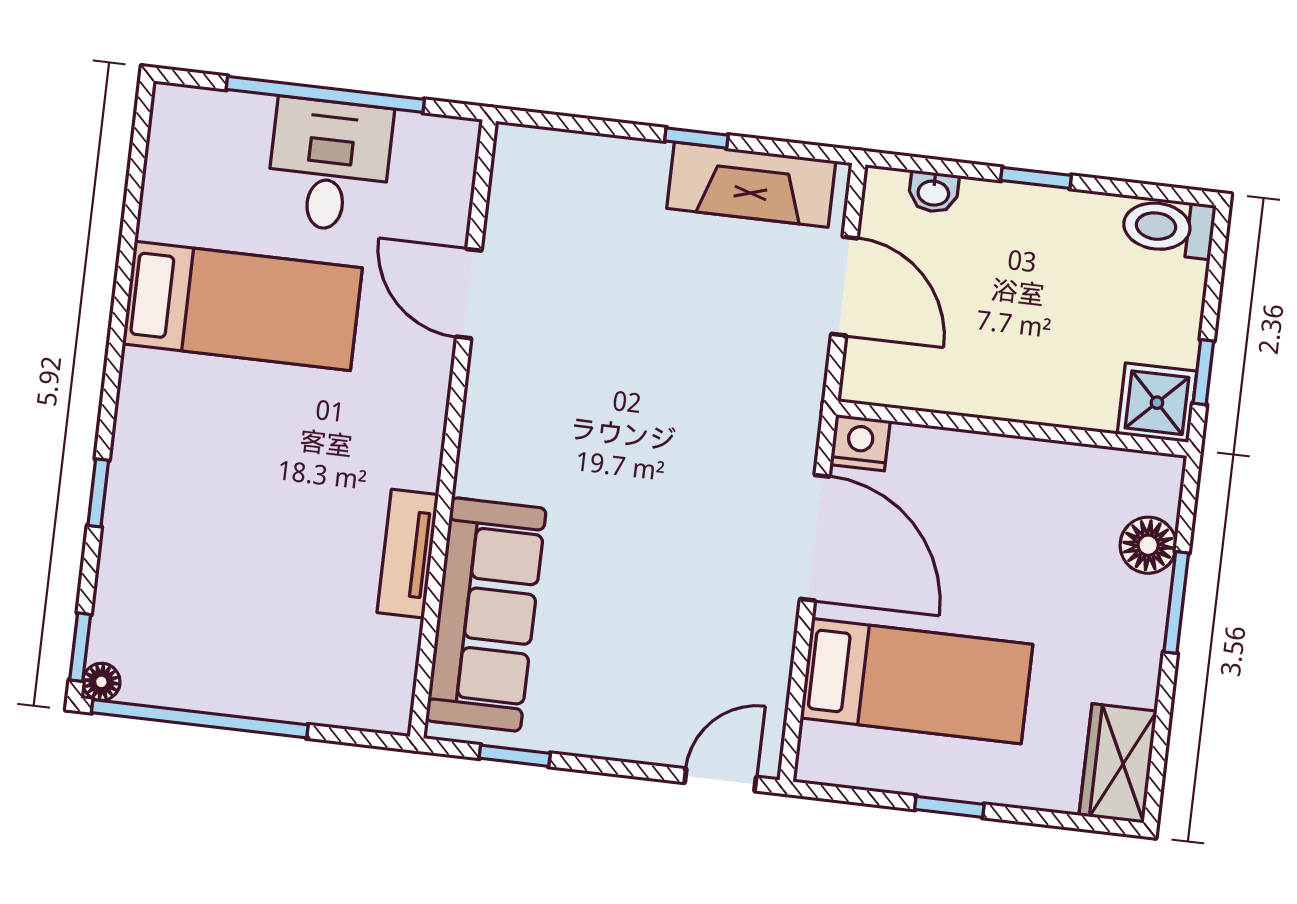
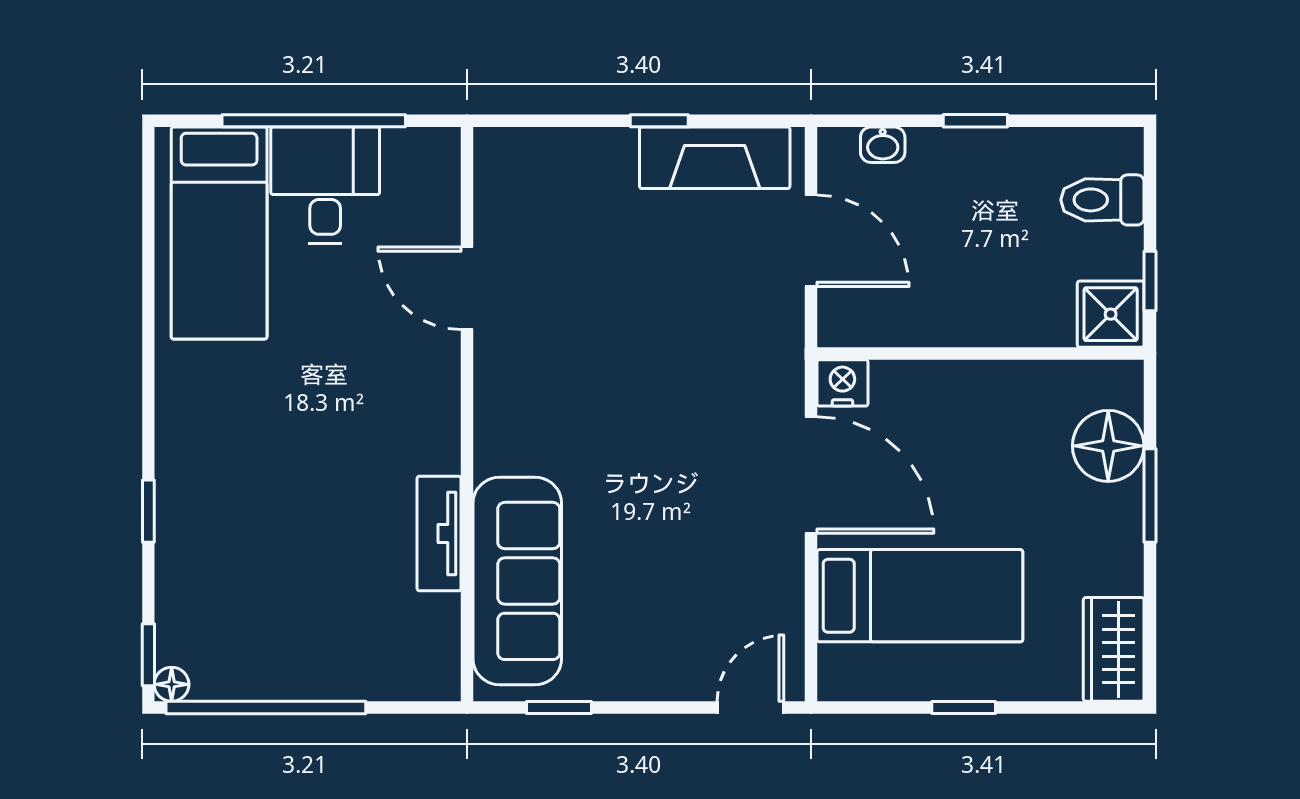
toilet: (1169, 228) -> (1102, 200), moved
bed: (242, 306) -> (219, 233), moved, turned 90
floor lamp: (1148, 545) -> (1108, 446), width x1.38, depth x1.38

